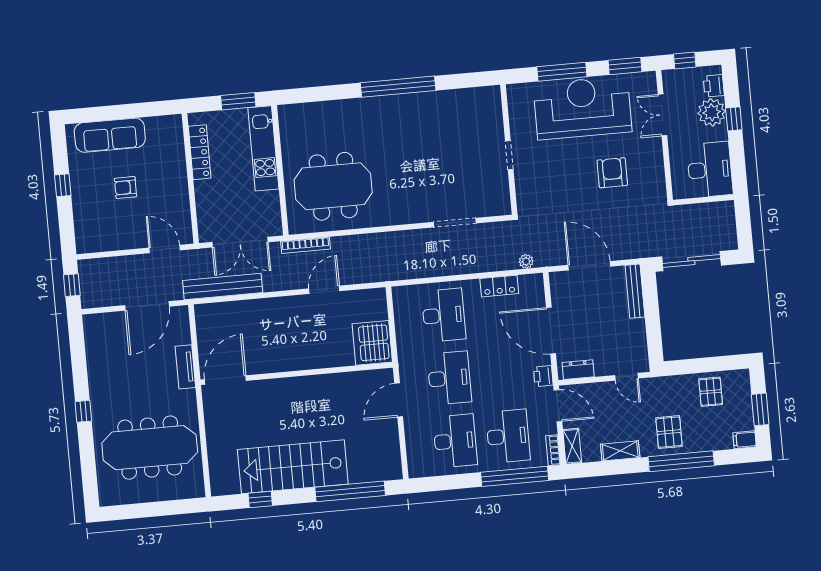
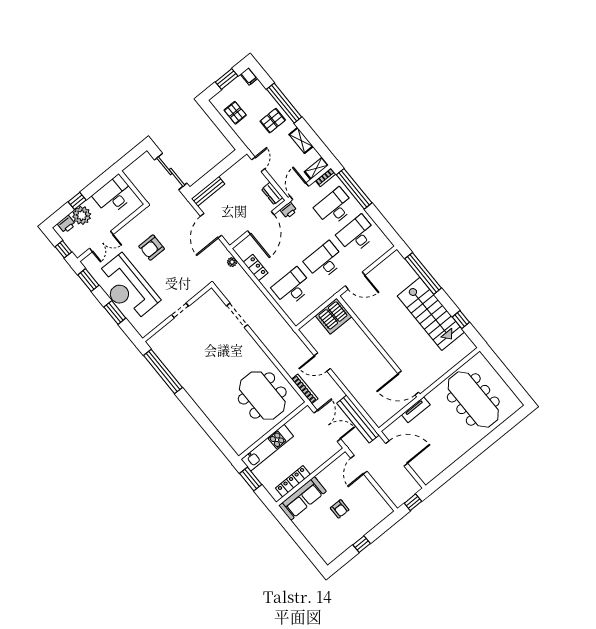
window: (562, 72) -> (115, 313), width x0.69
window: (398, 87) -> (163, 372), moved
sofa: (110, 135) -> (302, 498), moved, turned 90
pallet: (711, 392) -> (235, 113), turned 90
window: (83, 411) -> (478, 449), removed

